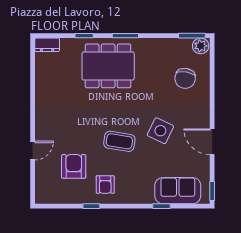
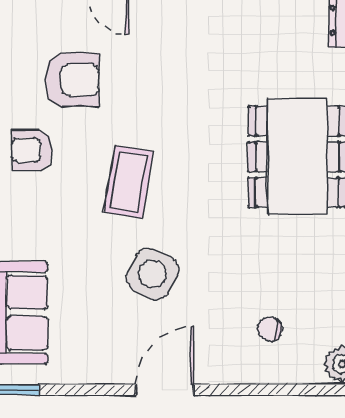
chair: (185, 78) -> (270, 329), width x0.54, depth x0.54
door: (212, 142) -> (165, 390), moved

